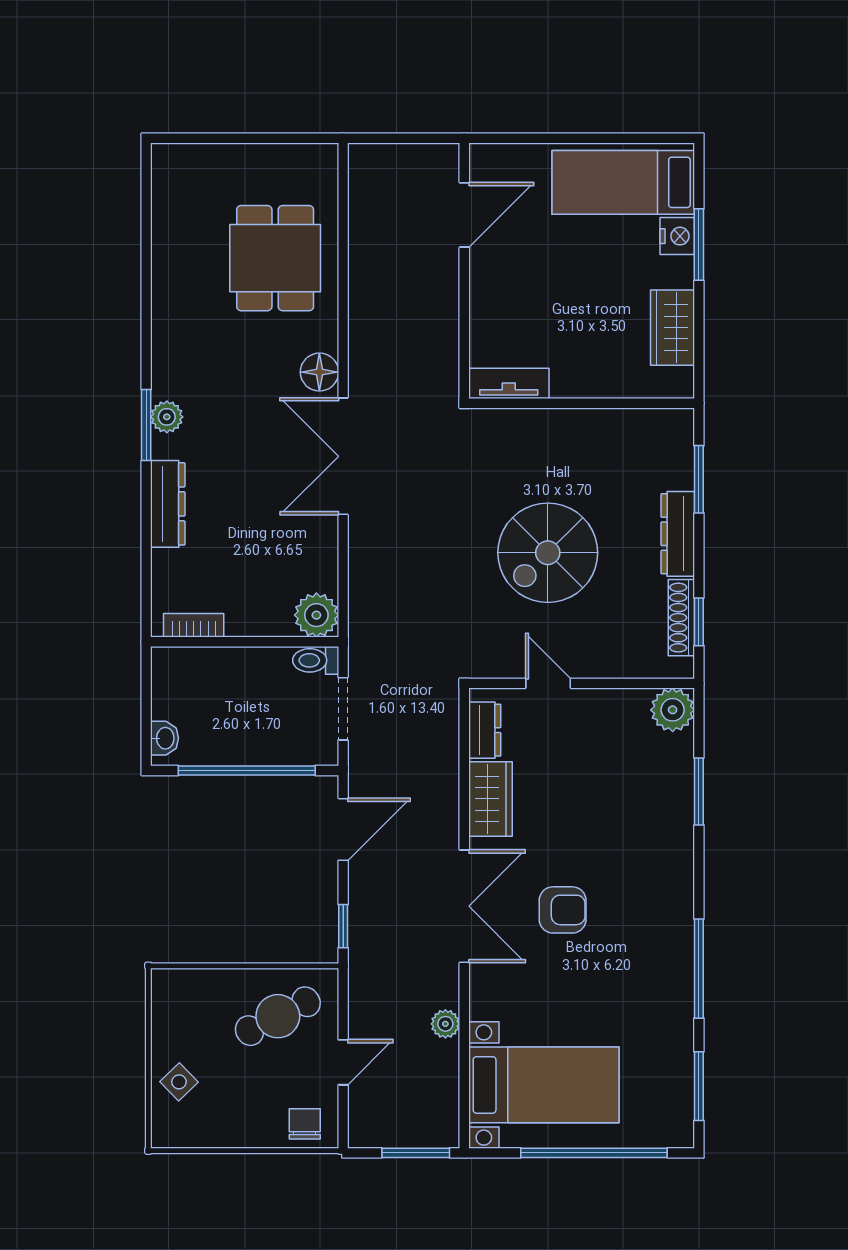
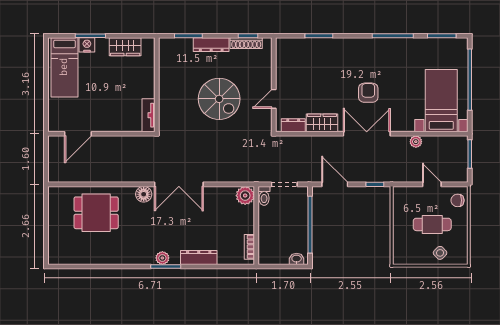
door: (464, 215) -> (78, 134), swing flipped
plant: (673, 710) -> (285, 47), removed
cafe table: (278, 1016) -> (432, 224), moved, turned -63

